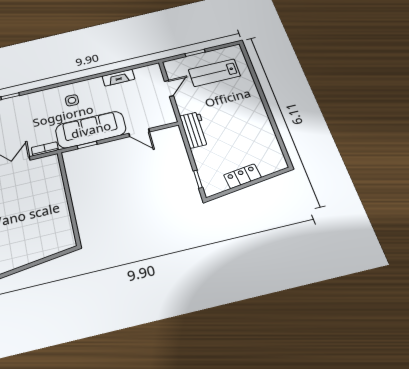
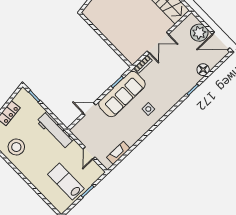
lab bench: (214, 73) -> (66, 182), turned -90
fireplace: (118, 78) -> (118, 153), moved
workbench: (195, 130) -> (55, 130), width x1.38
stool: (254, 134) -> (16, 147), added

